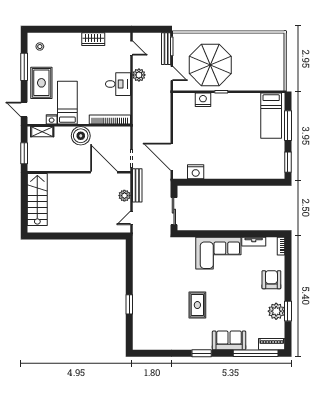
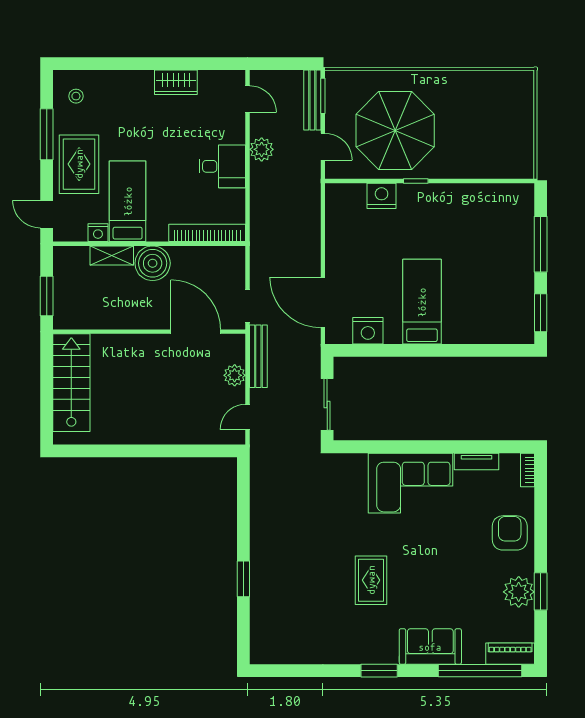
bed: (271, 116) -> (422, 302), moved, turned 180
shelving: (42, 132) -> (112, 256), moved

